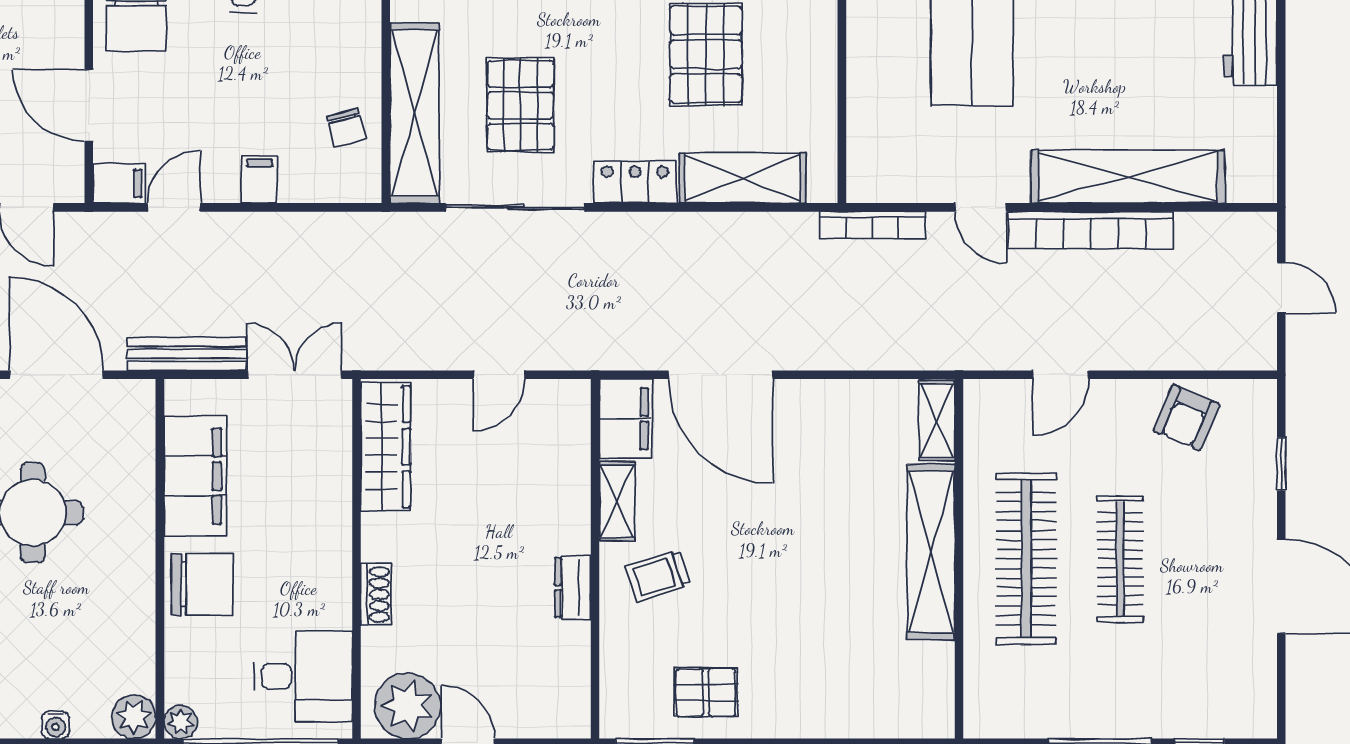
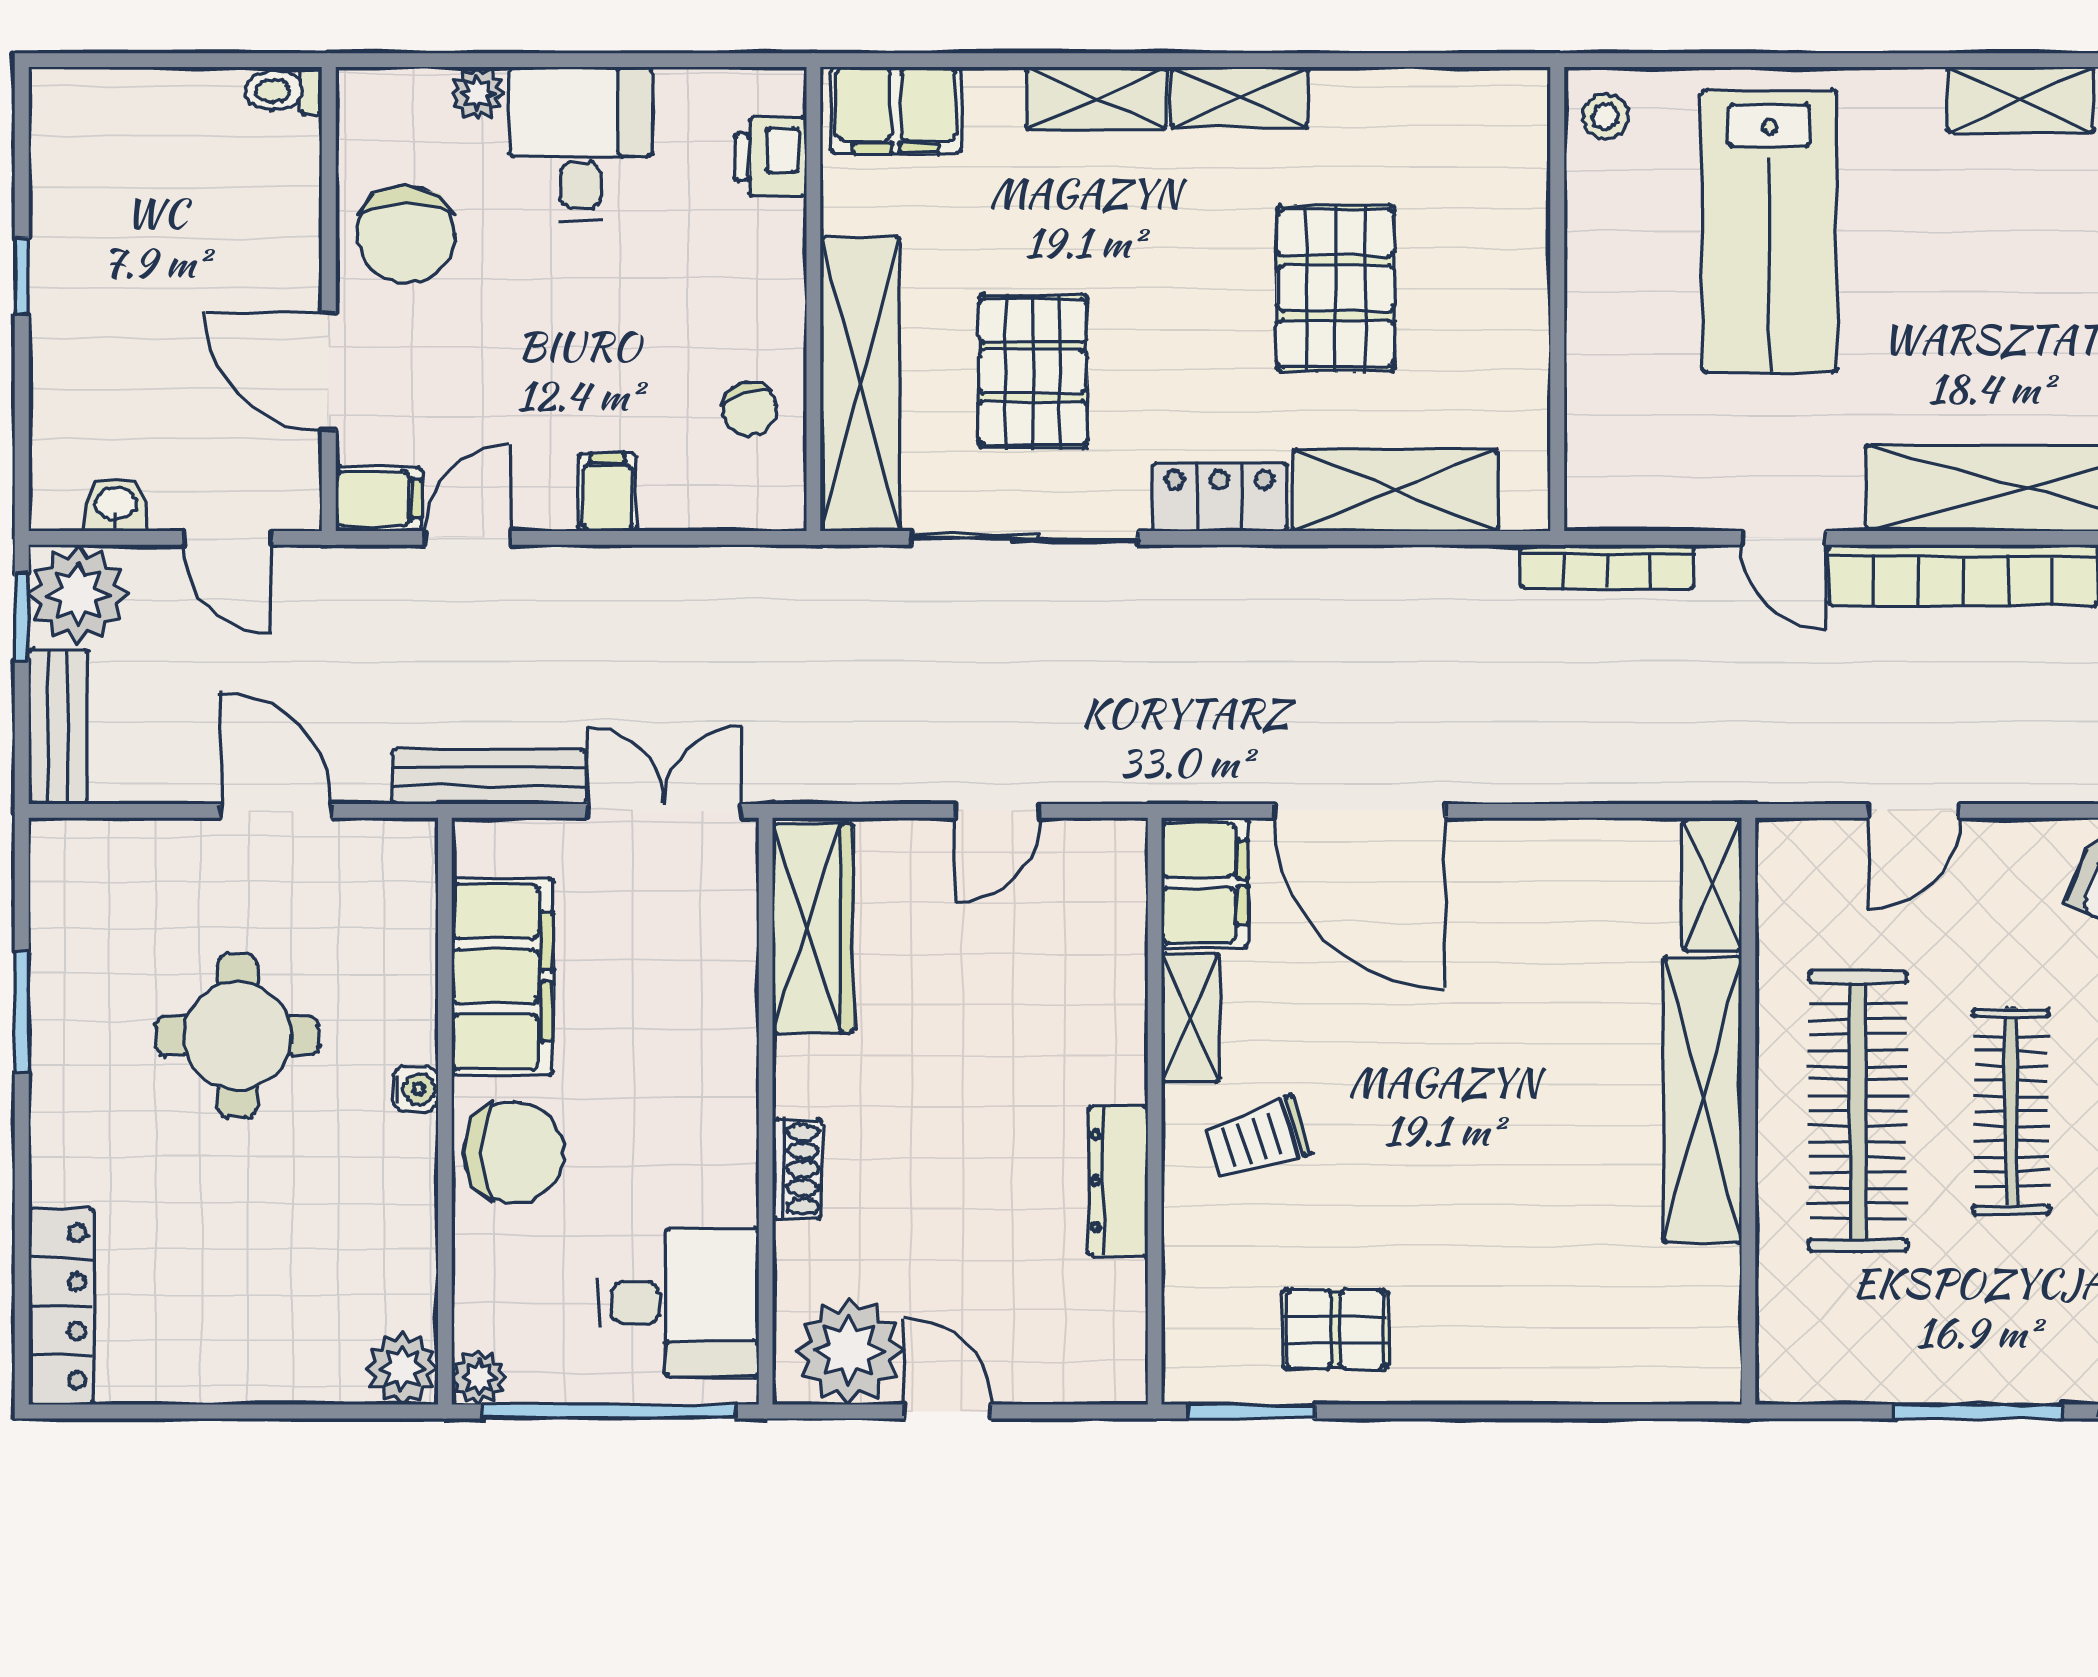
door: (56, 375) -> (276, 811), width x0.73
dresser: (573, 588) -> (1118, 1181), width x1.44
water cooler: (56, 725) -> (415, 1089), moved, turned -90

